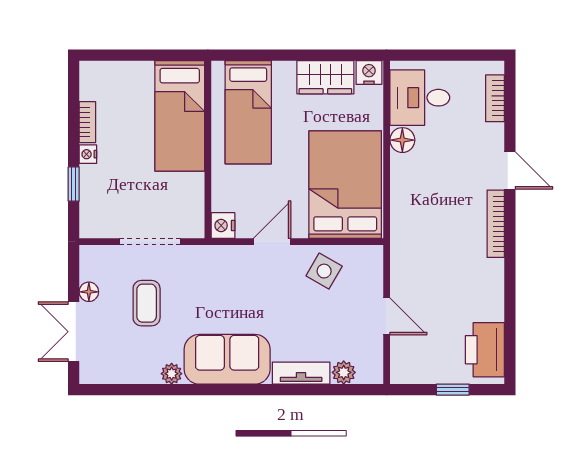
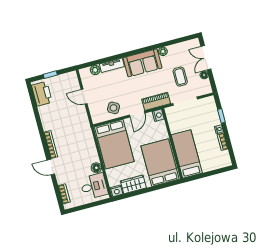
bed: (248, 112) -> (160, 163), width x1.50
piano: (219, 260) -> (156, 101), added
double door: (74, 332) -> (206, 58), swing flipped

